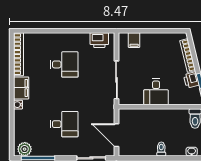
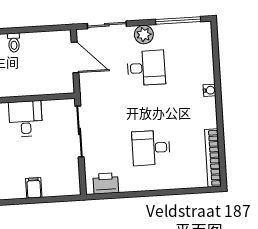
filing cabinet: (134, 40) -> (34, 188), moved
filing cabinet: (21, 88) -> (207, 113), removed
desk: (64, 124) -> (146, 68), turned 180
plant: (25, 149) -> (144, 35), moved

